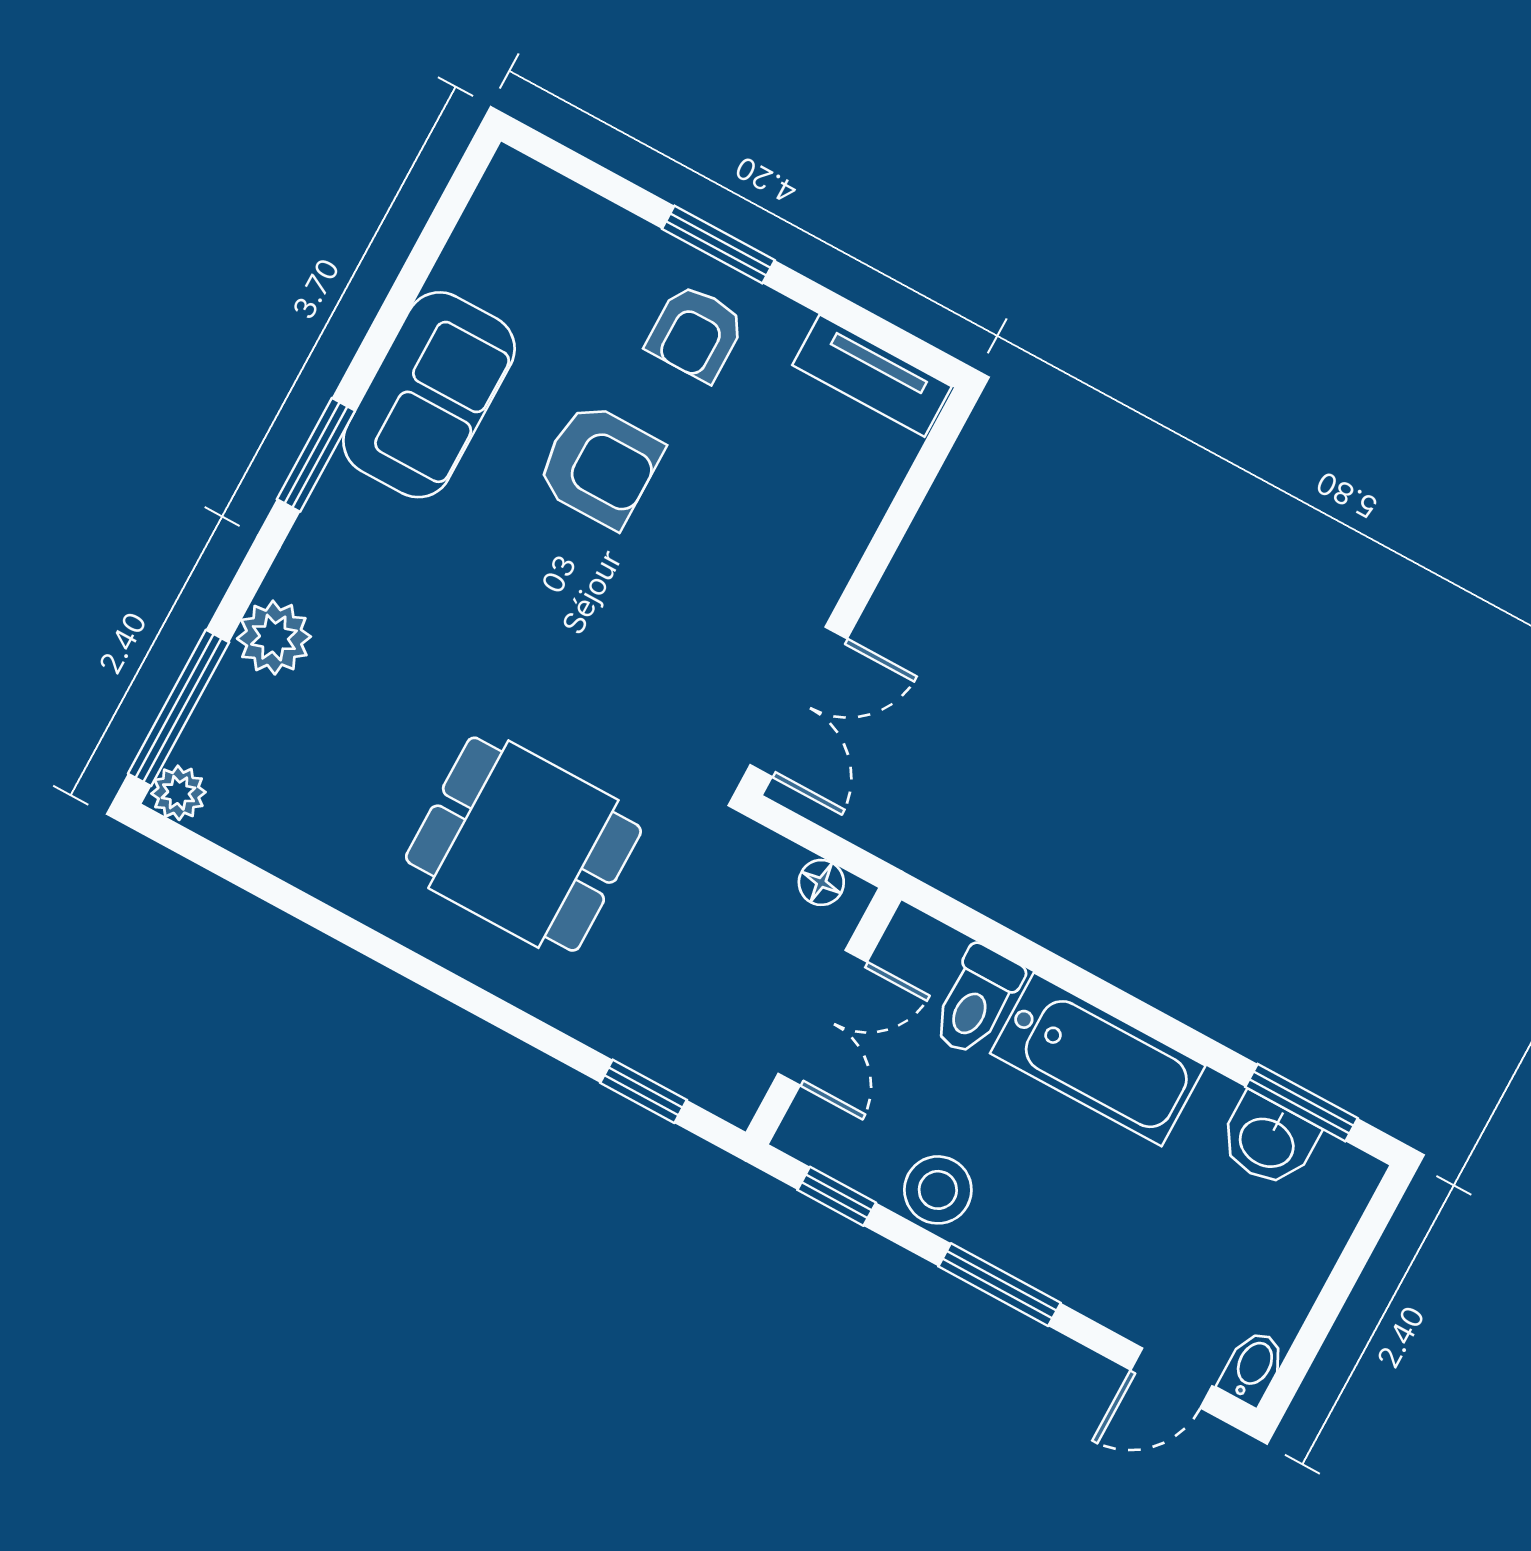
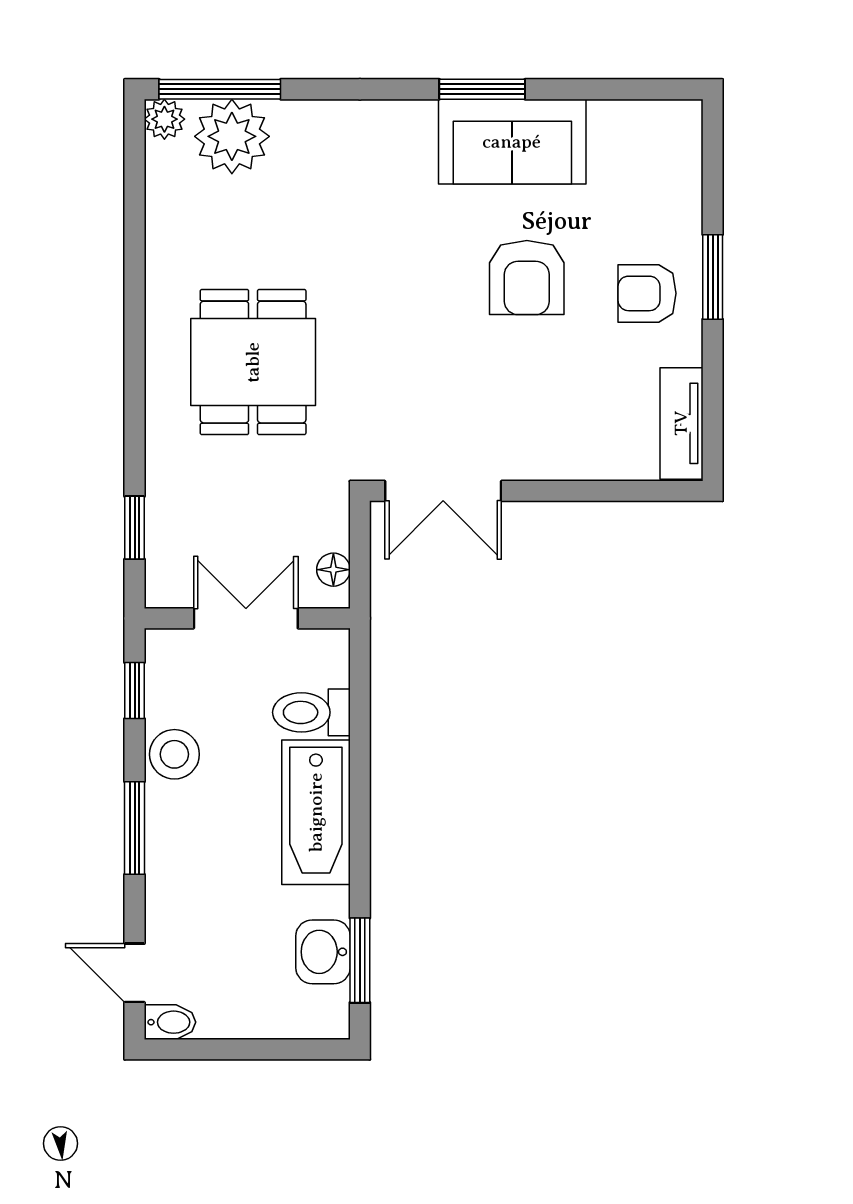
window: (316, 455) -> (482, 89), moved
plant: (274, 638) -> (232, 136), moved, width x1.36, depth x1.36
double door: (823, 1018) -> (246, 618), swing flipped

